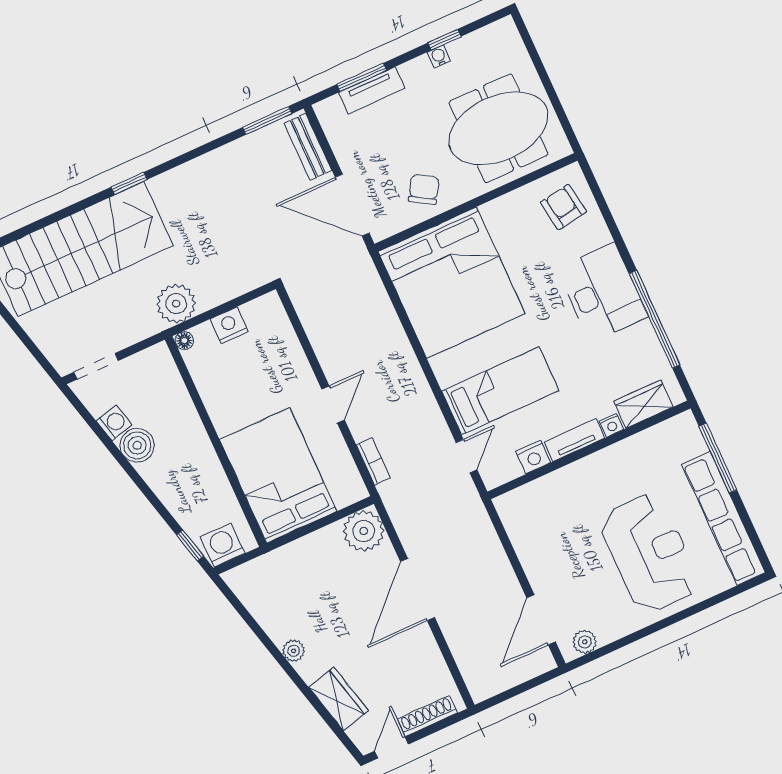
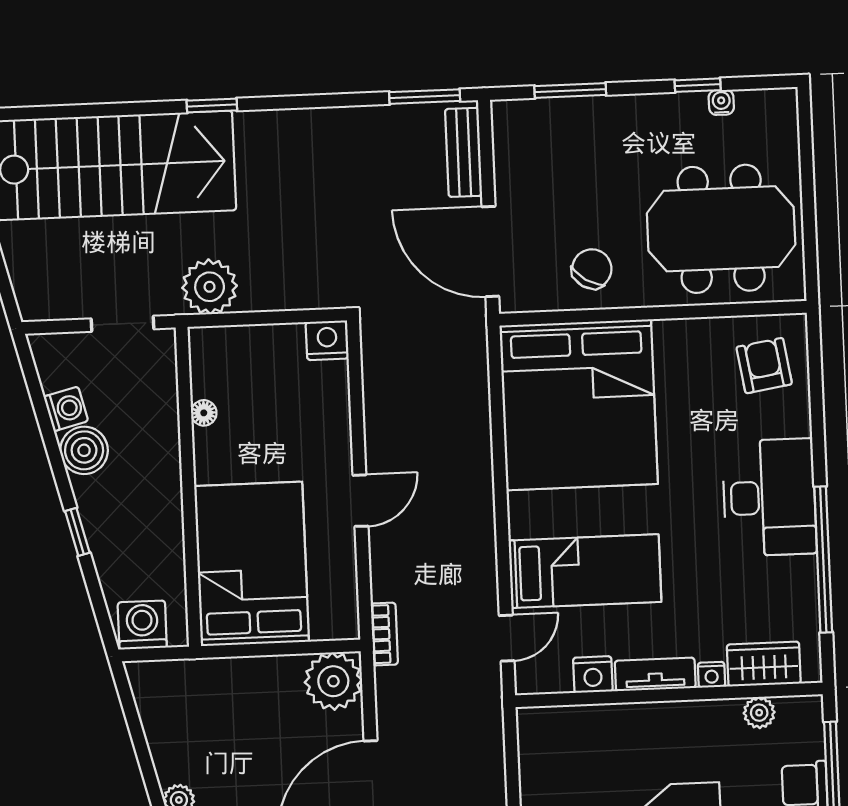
water cooler: (439, 56) -> (721, 102), moved
tv unit: (372, 90) -> (576, 113), removed
nightstand: (229, 325) -> (327, 340), moved
floor lamp: (184, 341) -> (204, 413), moved
doorway: (96, 366) -> (122, 324), moved
plant: (653, 438) -> (759, 713), added
bookcase: (373, 461) -> (384, 634), moved
window: (190, 546) -> (77, 532), moved

